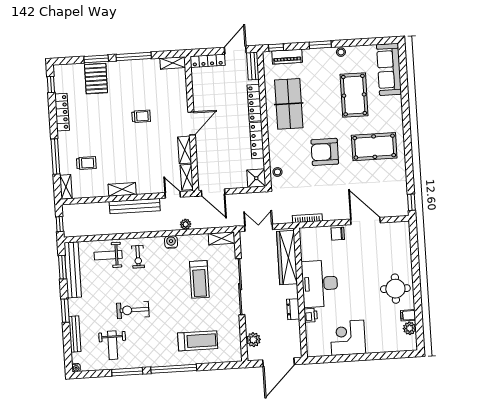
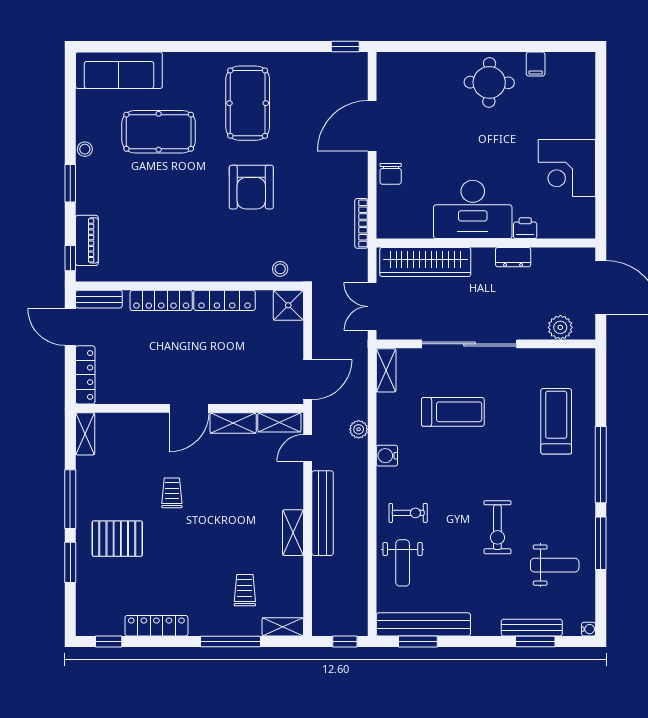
pallet: (96, 79) -> (117, 539), moved
table tennis table: (289, 104) -> (166, 243), removed
door: (192, 123) -> (189, 408), swing flipped
window: (65, 311) -> (535, 641), moved
plant: (410, 328) -> (558, 63), removed

